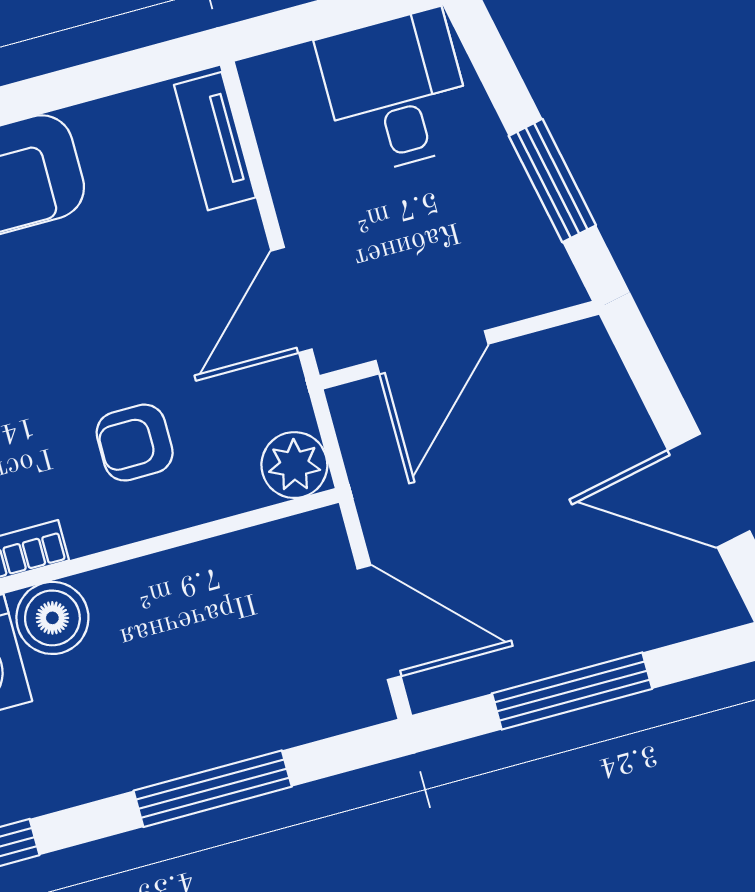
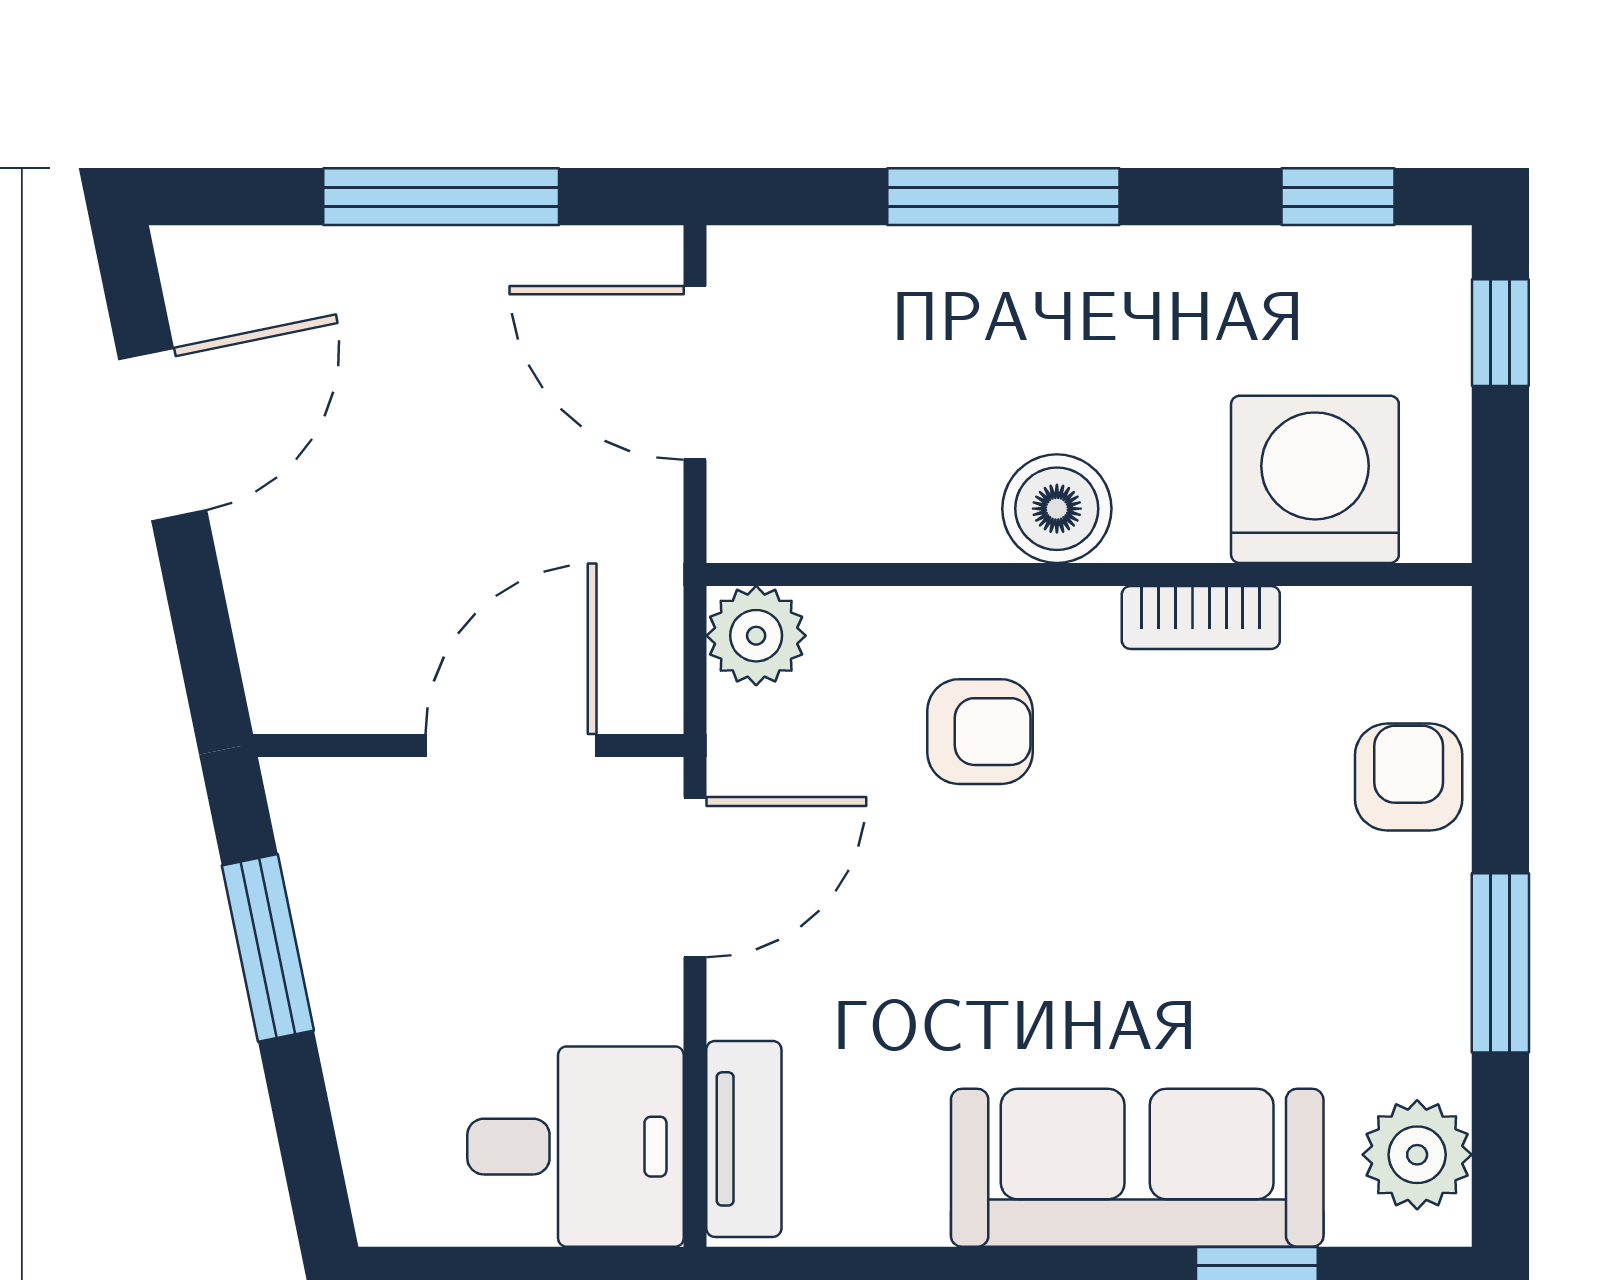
desk: (396, 92) -> (575, 1147), moved, turned -90
door: (709, 490) -> (163, 435), hinge flipped
boiler: (52, 618) -> (1057, 509), moved

